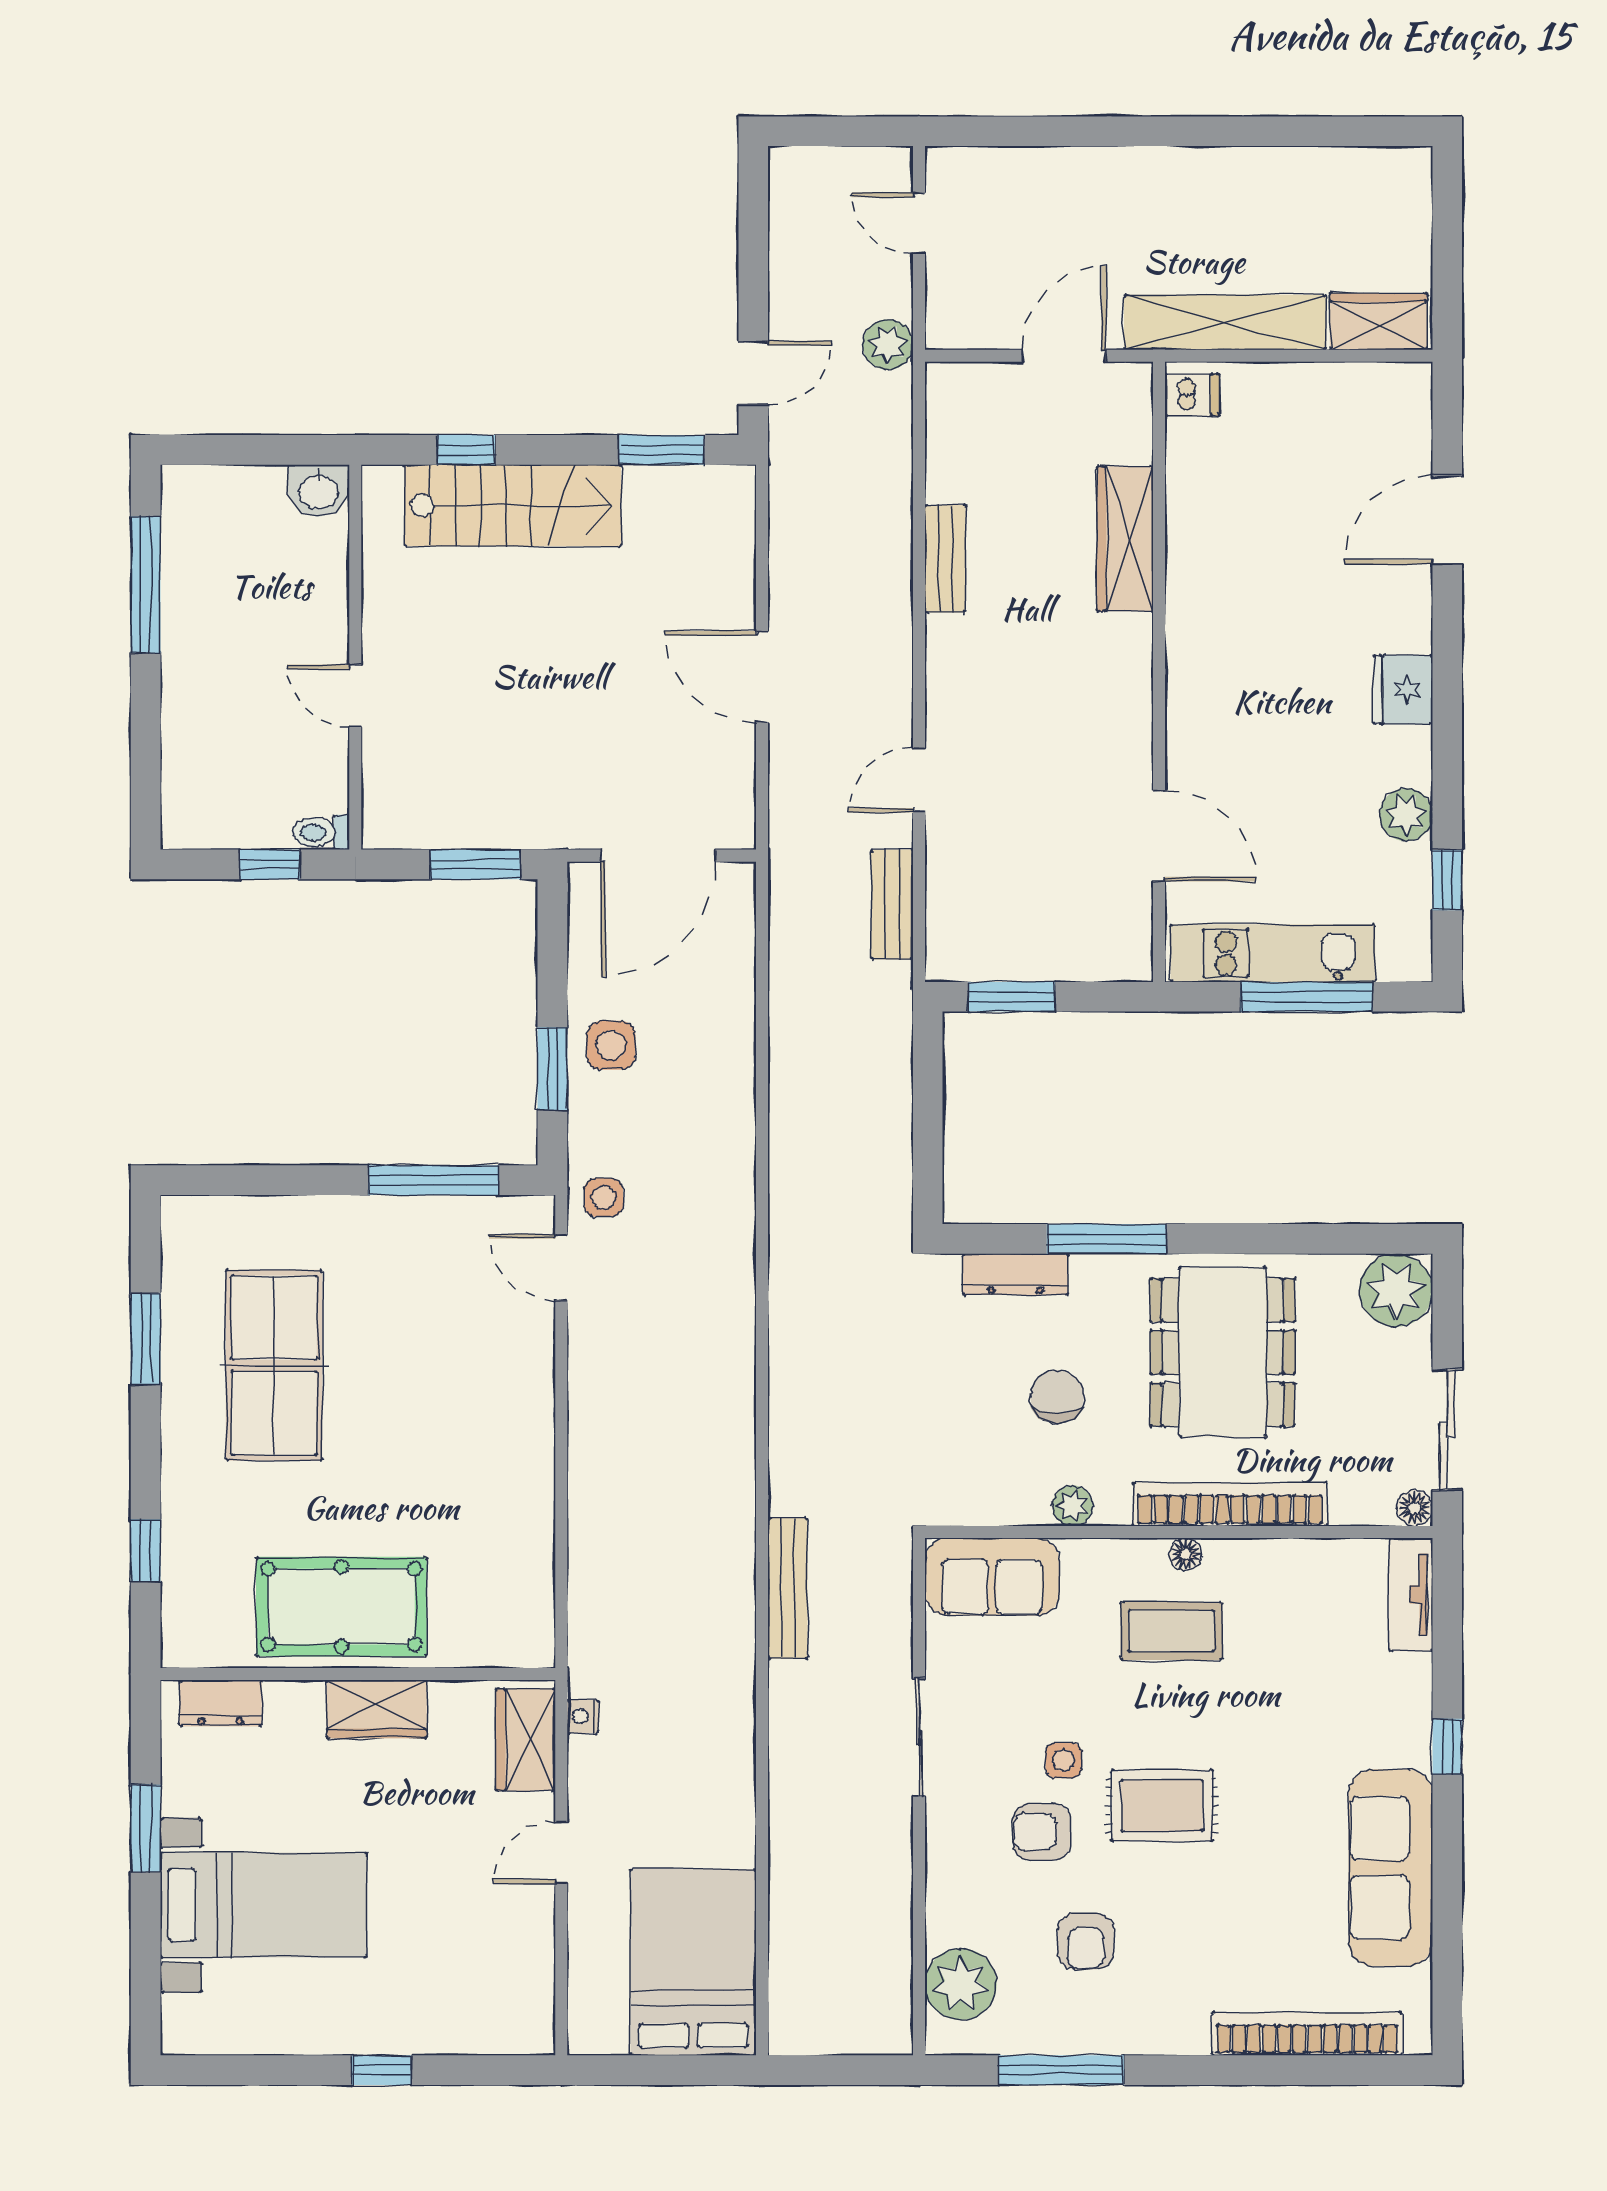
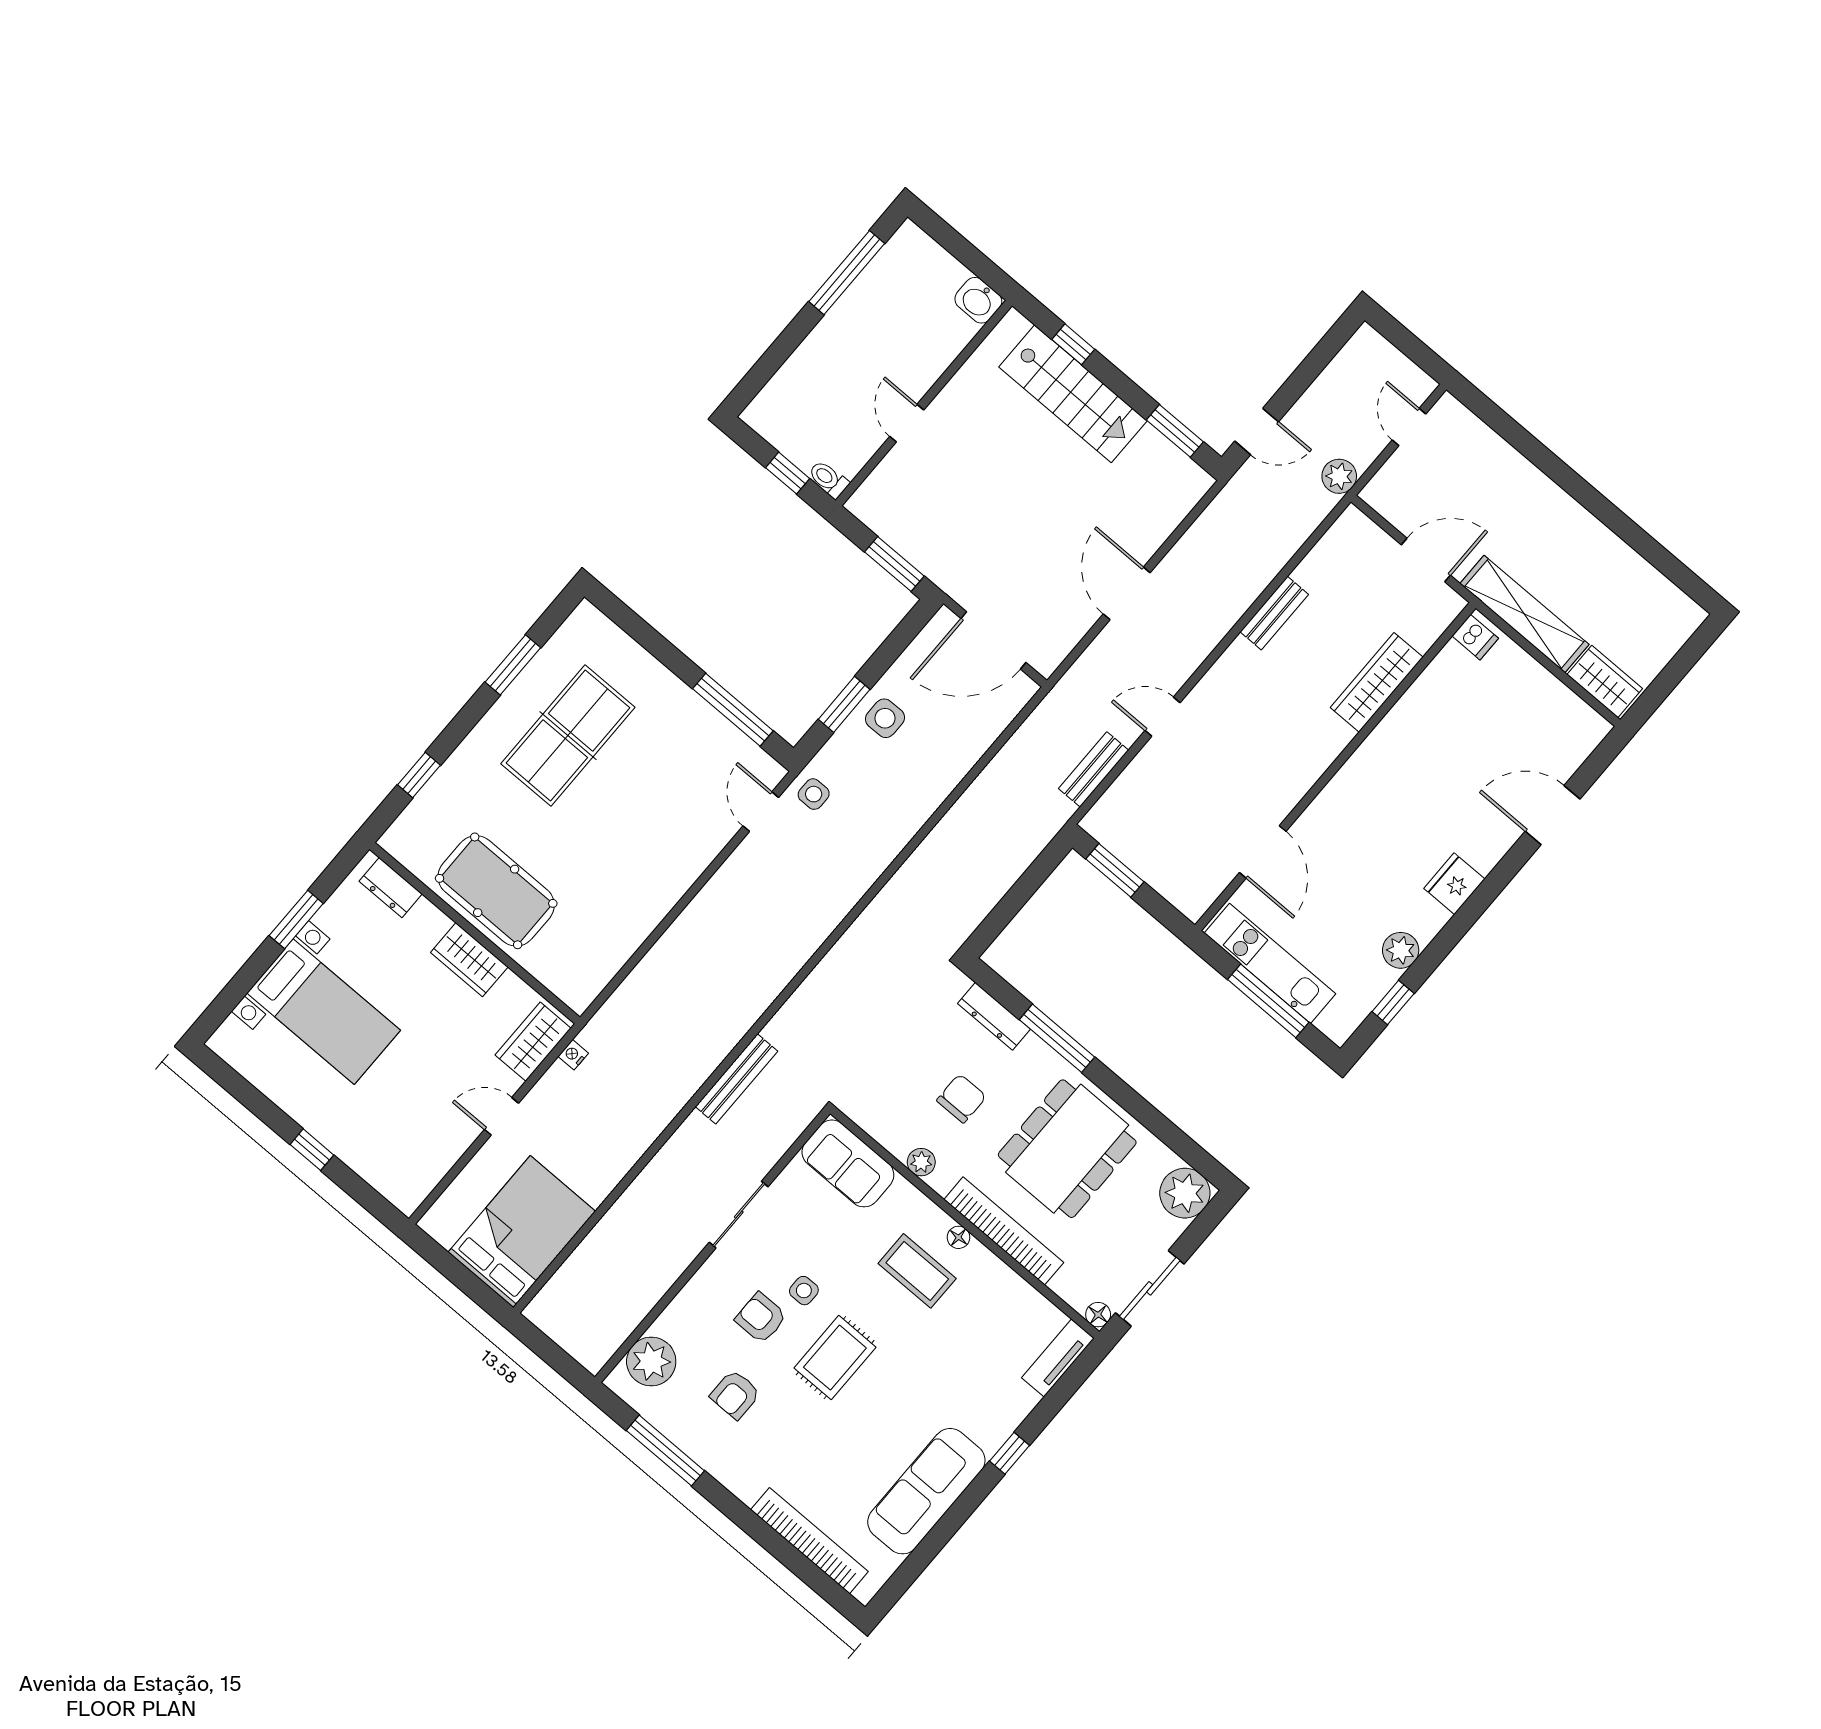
rug: (1162, 1806) -> (835, 1358), turned 90

